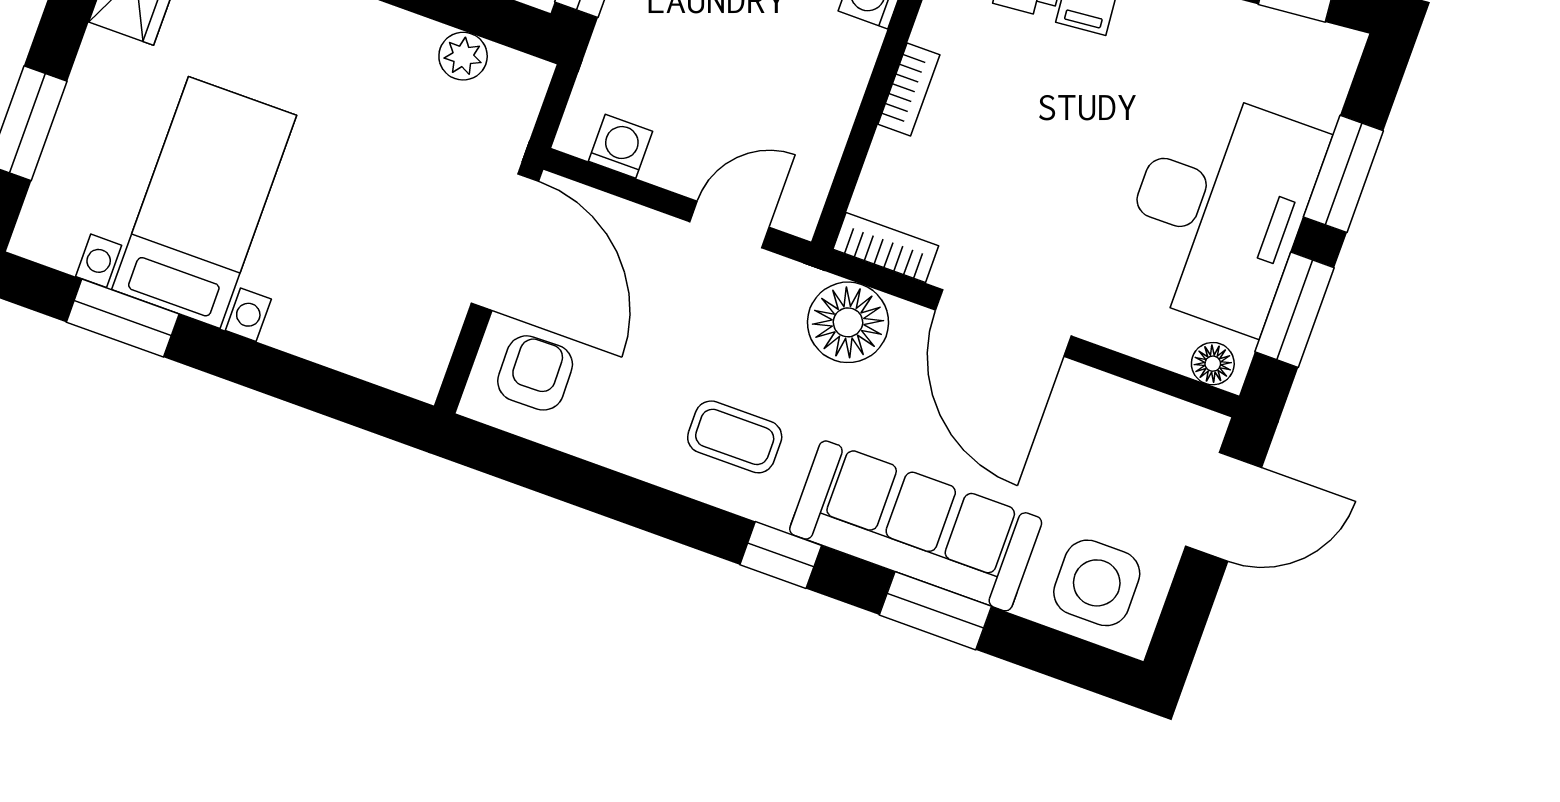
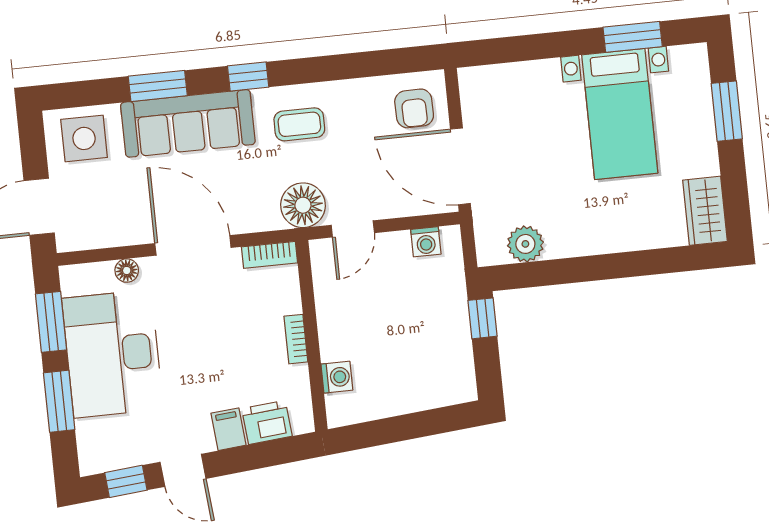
plant: (463, 56) -> (525, 244), width x1.38, depth x1.38
floor lamp: (848, 322) -> (303, 205), moved
floor lamp: (1213, 364) -> (127, 271), moved

